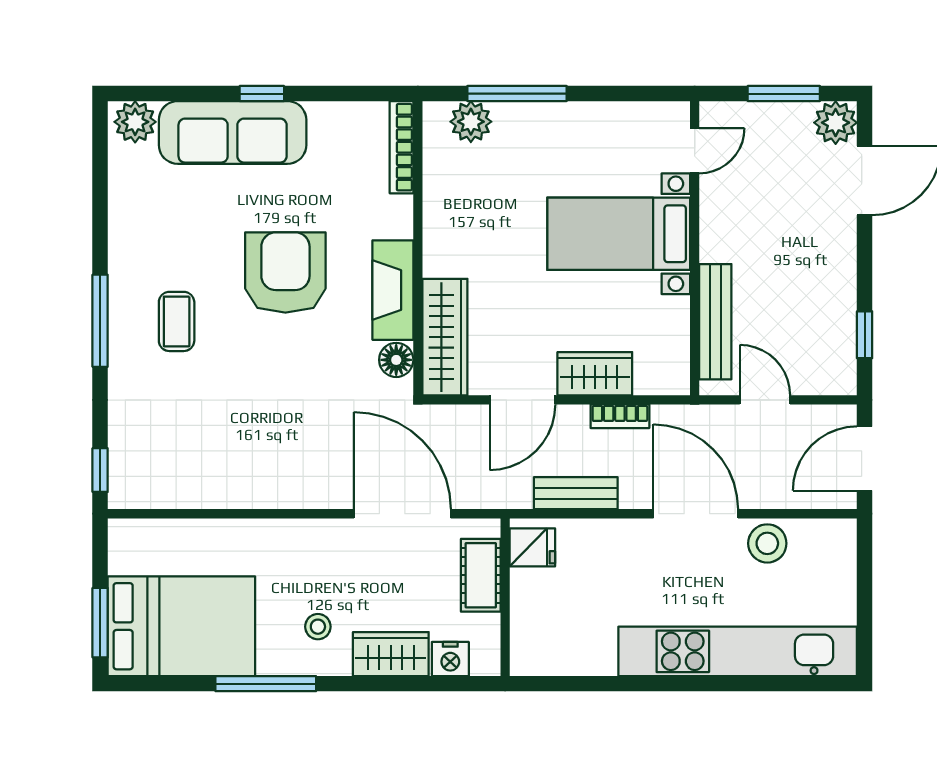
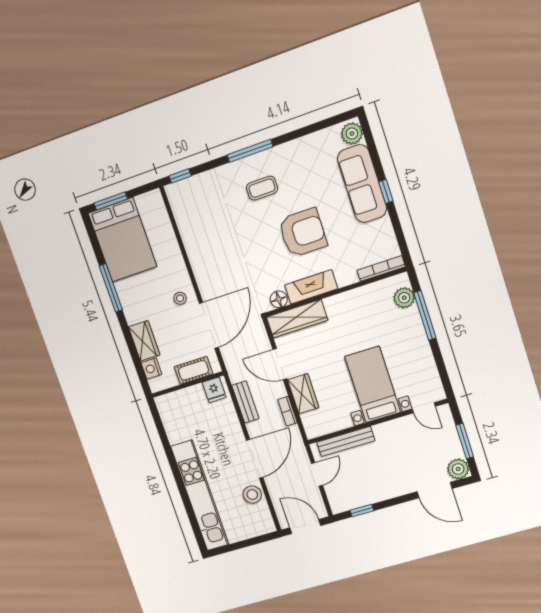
stool: (318, 627) -> (180, 298), moved

